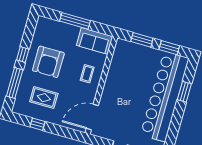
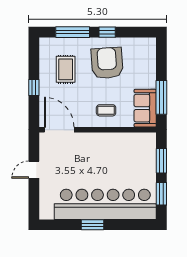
window: (75, 21) -> (161, 97), moved
armchair: (48, 62) -> (107, 63), turned 86
window: (184, 92) -> (93, 225), moved
window: (37, 124) -> (34, 88), moved

